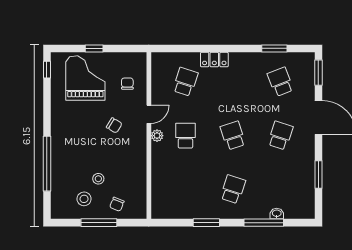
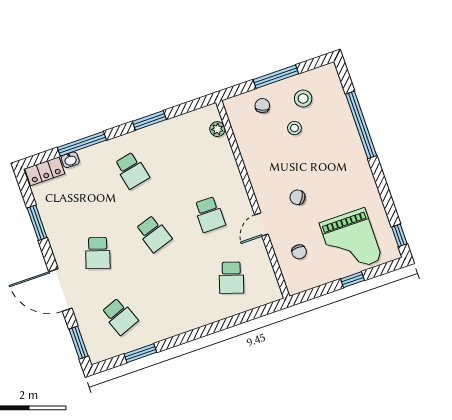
locker: (214, 60) -> (45, 171), moved, turned 180
plant: (157, 136) -> (217, 129), moved
school desk: (233, 189) -> (132, 170), turned -30

